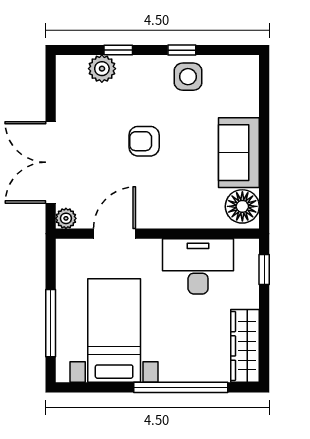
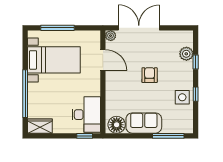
window: (264, 104) -> (168, 136), added
desk: (198, 266) -> (86, 115), moved
wardrobe: (245, 346) -> (40, 126), width x0.67

